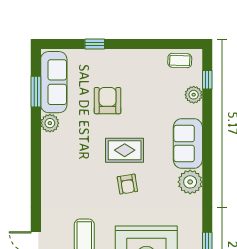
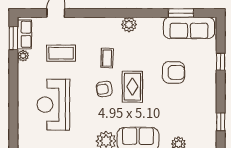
window: (167, 44) -> (221, 122), added
coffee table: (180, 61) -> (107, 58), moved
plant: (50, 123) -> (129, 25), moved

